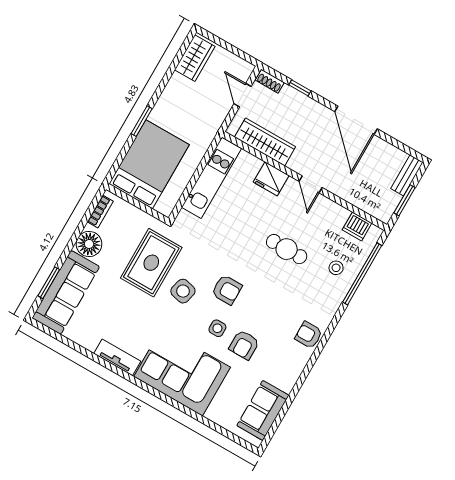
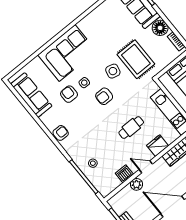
plant: (343, 188) -> (137, 184), added
dishwasher: (357, 226) -> (124, 174), moved
cafe table: (287, 249) -> (131, 128), moved
tv unit: (117, 357) -> (89, 19), removed
sofa: (263, 410) -> (31, 95), width x1.36

